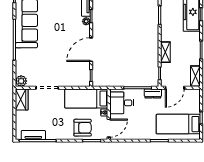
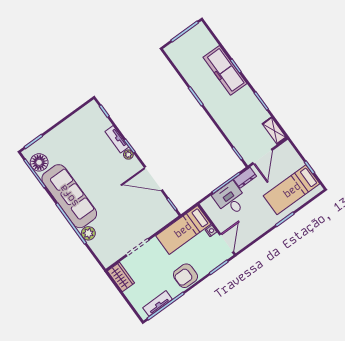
door: (91, 50) -> (153, 179), hinge flipped
shelving: (165, 52) -> (228, 128), removed
plant: (21, 81) -> (88, 233), moved
desk: (122, 103) -> (230, 199), moved, turned 90
armchair: (83, 128) -> (185, 276), moved, turned 180

